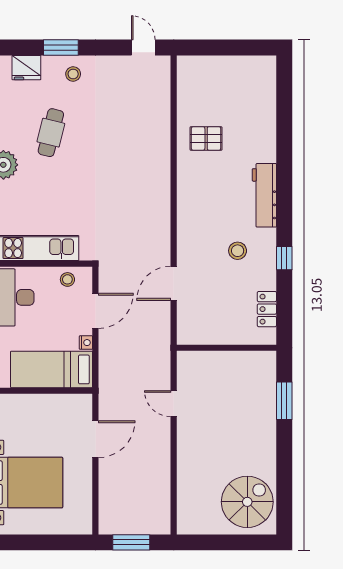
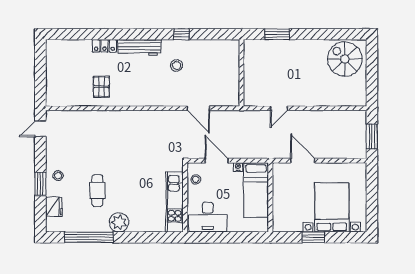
cafe table: (51, 133) -> (97, 190), turned 76
locker: (267, 309) -> (104, 46), moved

